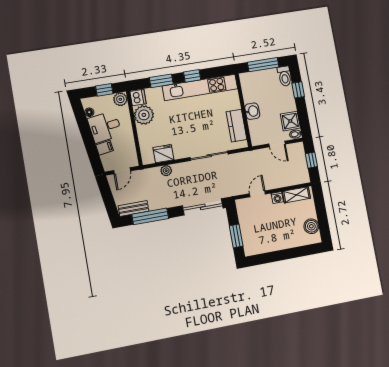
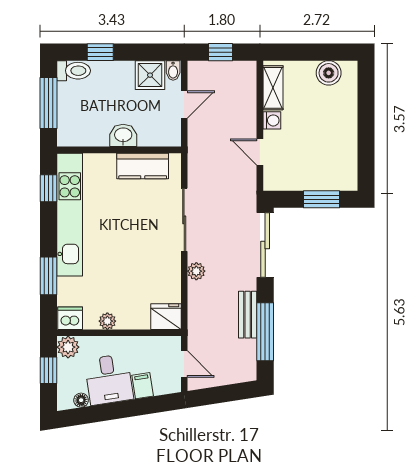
window: (192, 76) -> (49, 188), moved
plant: (144, 115) -> (107, 321), width x0.53, depth x0.53
fridge: (163, 154) -> (166, 317), moved, turned 90
plant: (166, 171) -> (196, 271), moved
bench: (133, 208) -> (248, 315), moved

